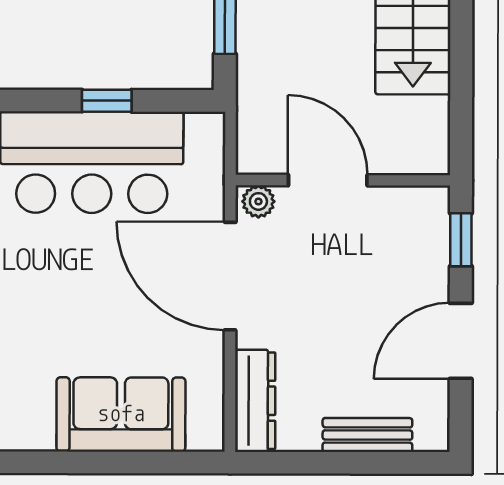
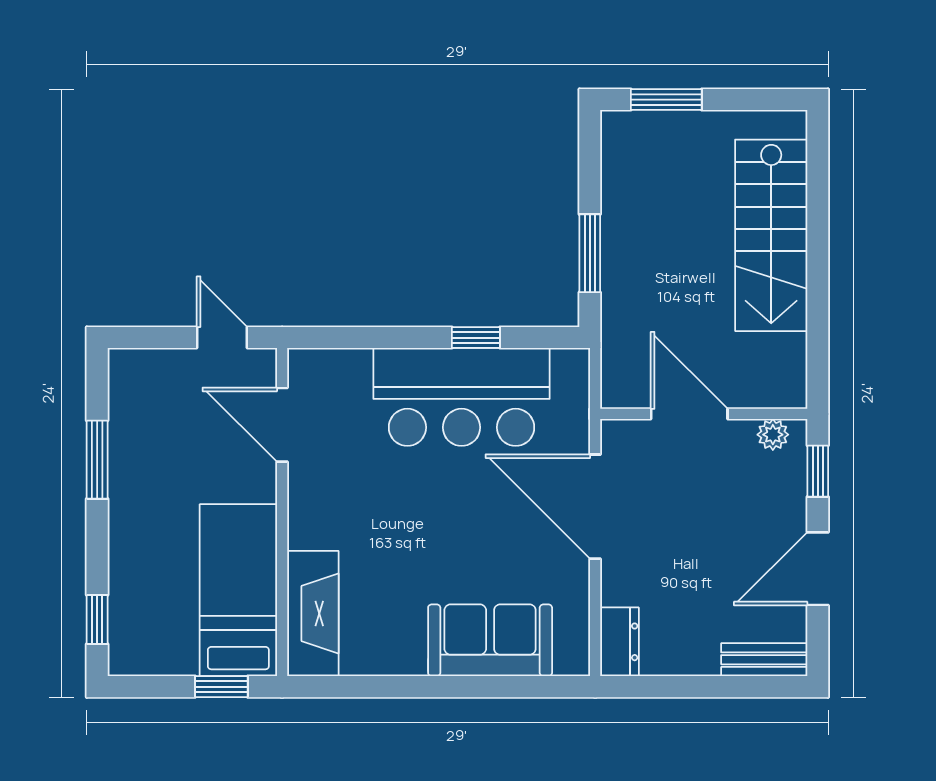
plant: (258, 201) -> (773, 435), moved
dresser: (255, 401) -> (620, 642), width x0.70
bench: (367, 435) -> (764, 660), moved

